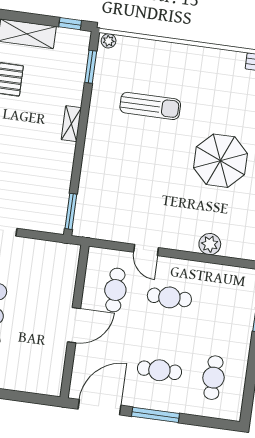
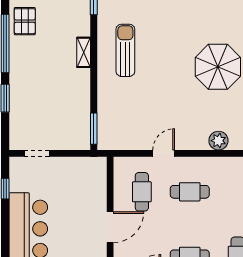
sun lounger: (150, 106) -> (125, 50), moved, turned -90
door: (146, 250) -> (164, 153), swing flipped

